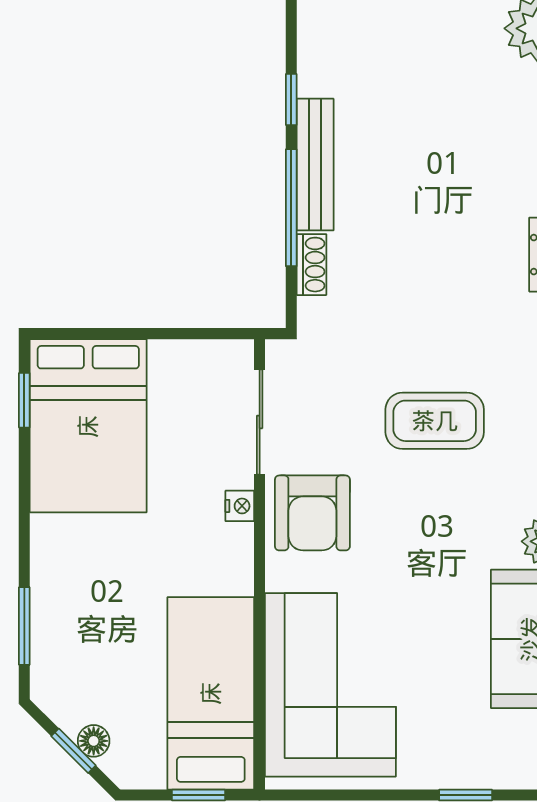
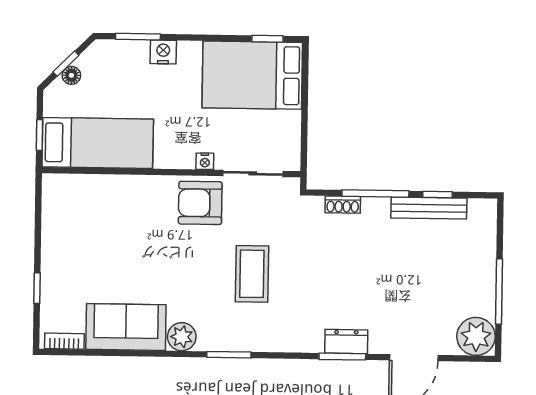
bench: (315, 165) -> (429, 208), moved
nightstand: (50, 582) -> (163, 52), added
corner sofa: (330, 685) -> (101, 212), removed

